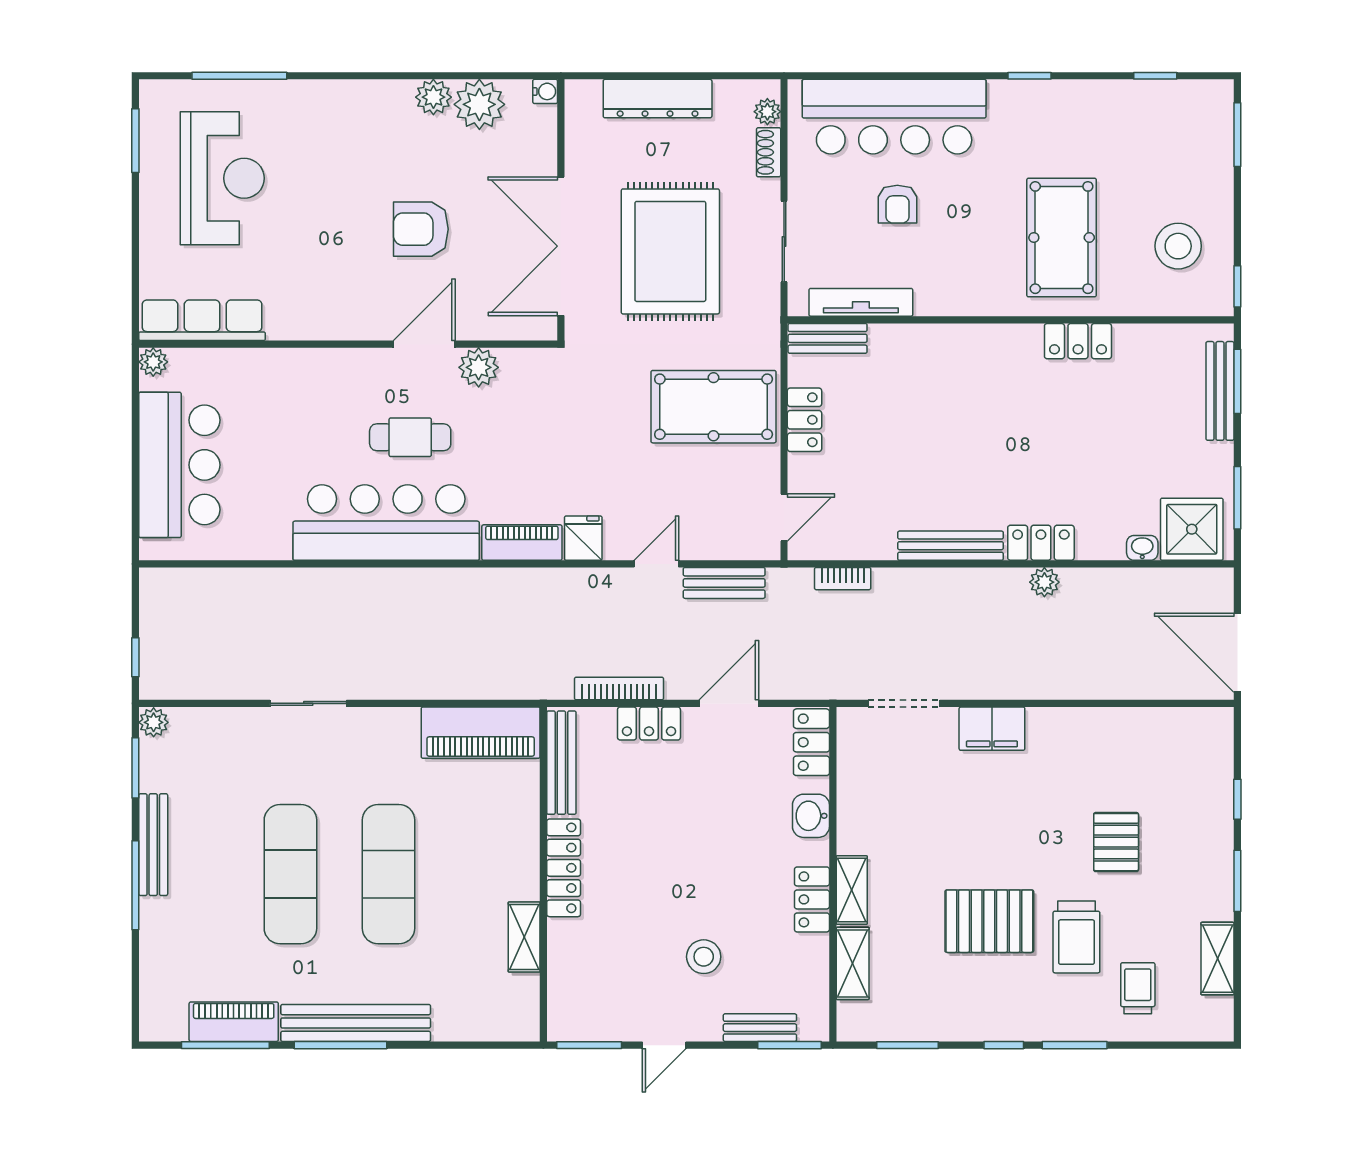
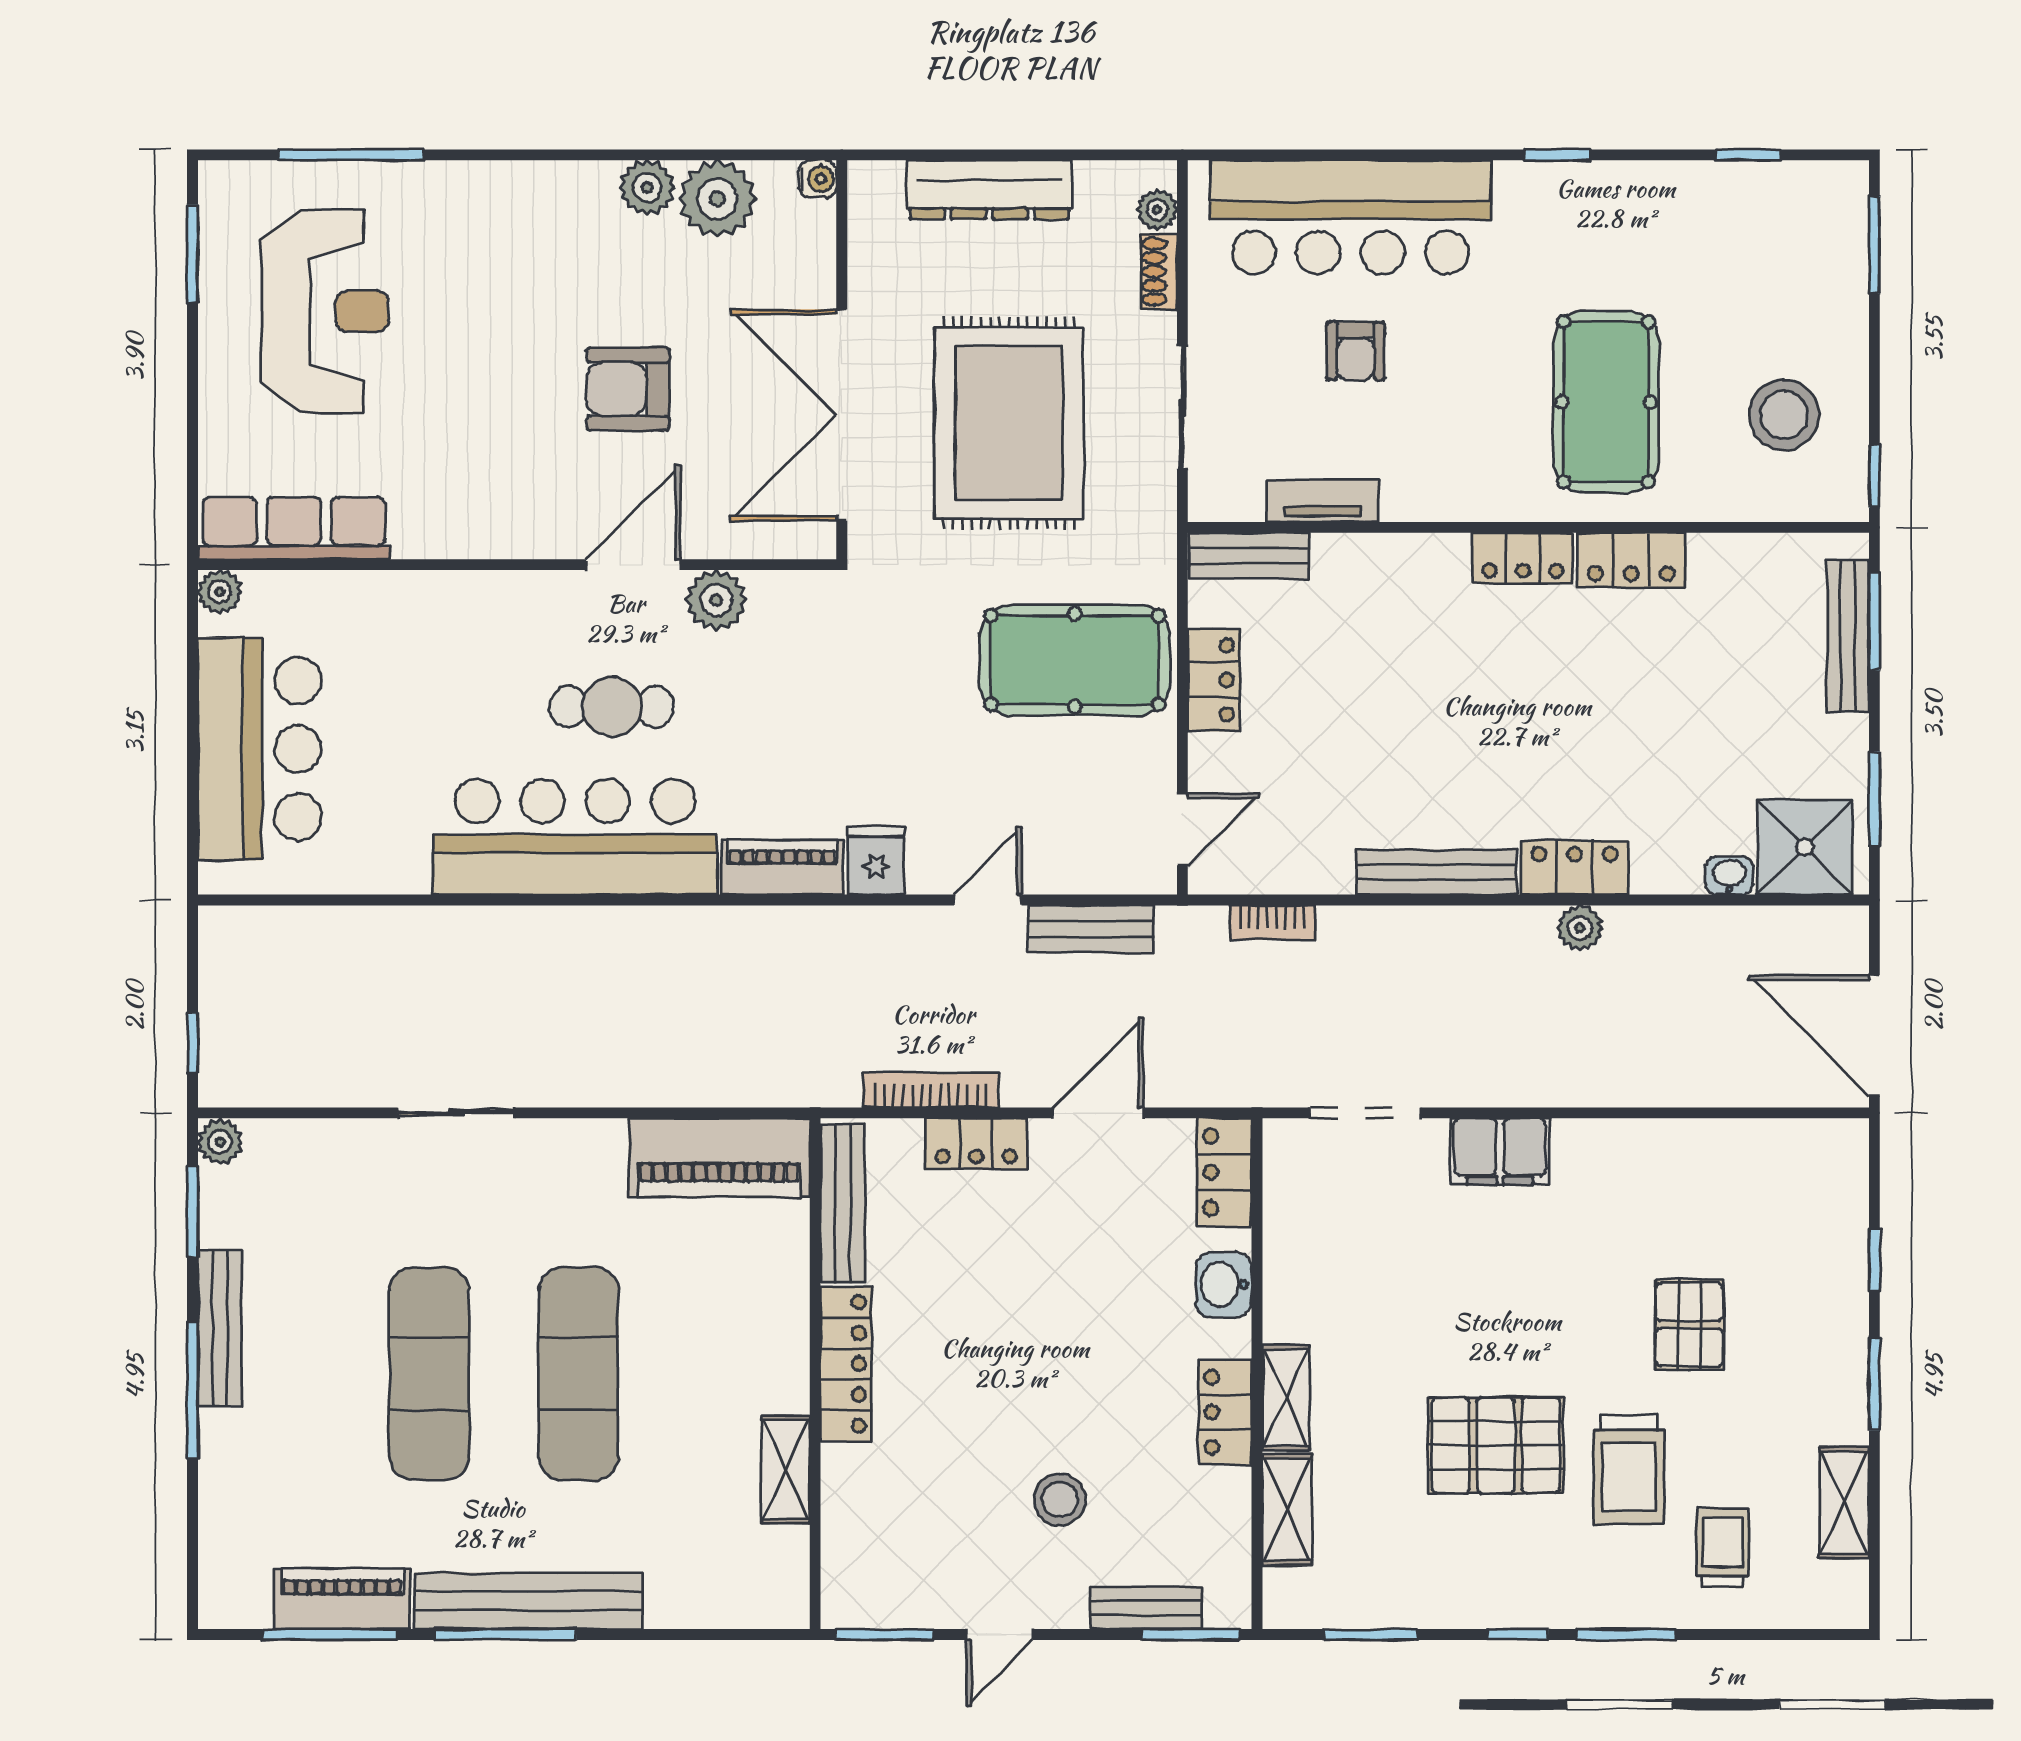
tv unit: (861, 302) -> (1323, 501), width x0.71
locker: (1007, 340) -> (1523, 558), added

